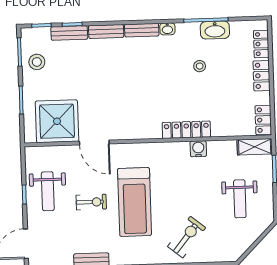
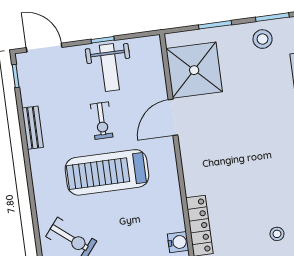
weight bench: (48, 191) -> (109, 67), turned -90

